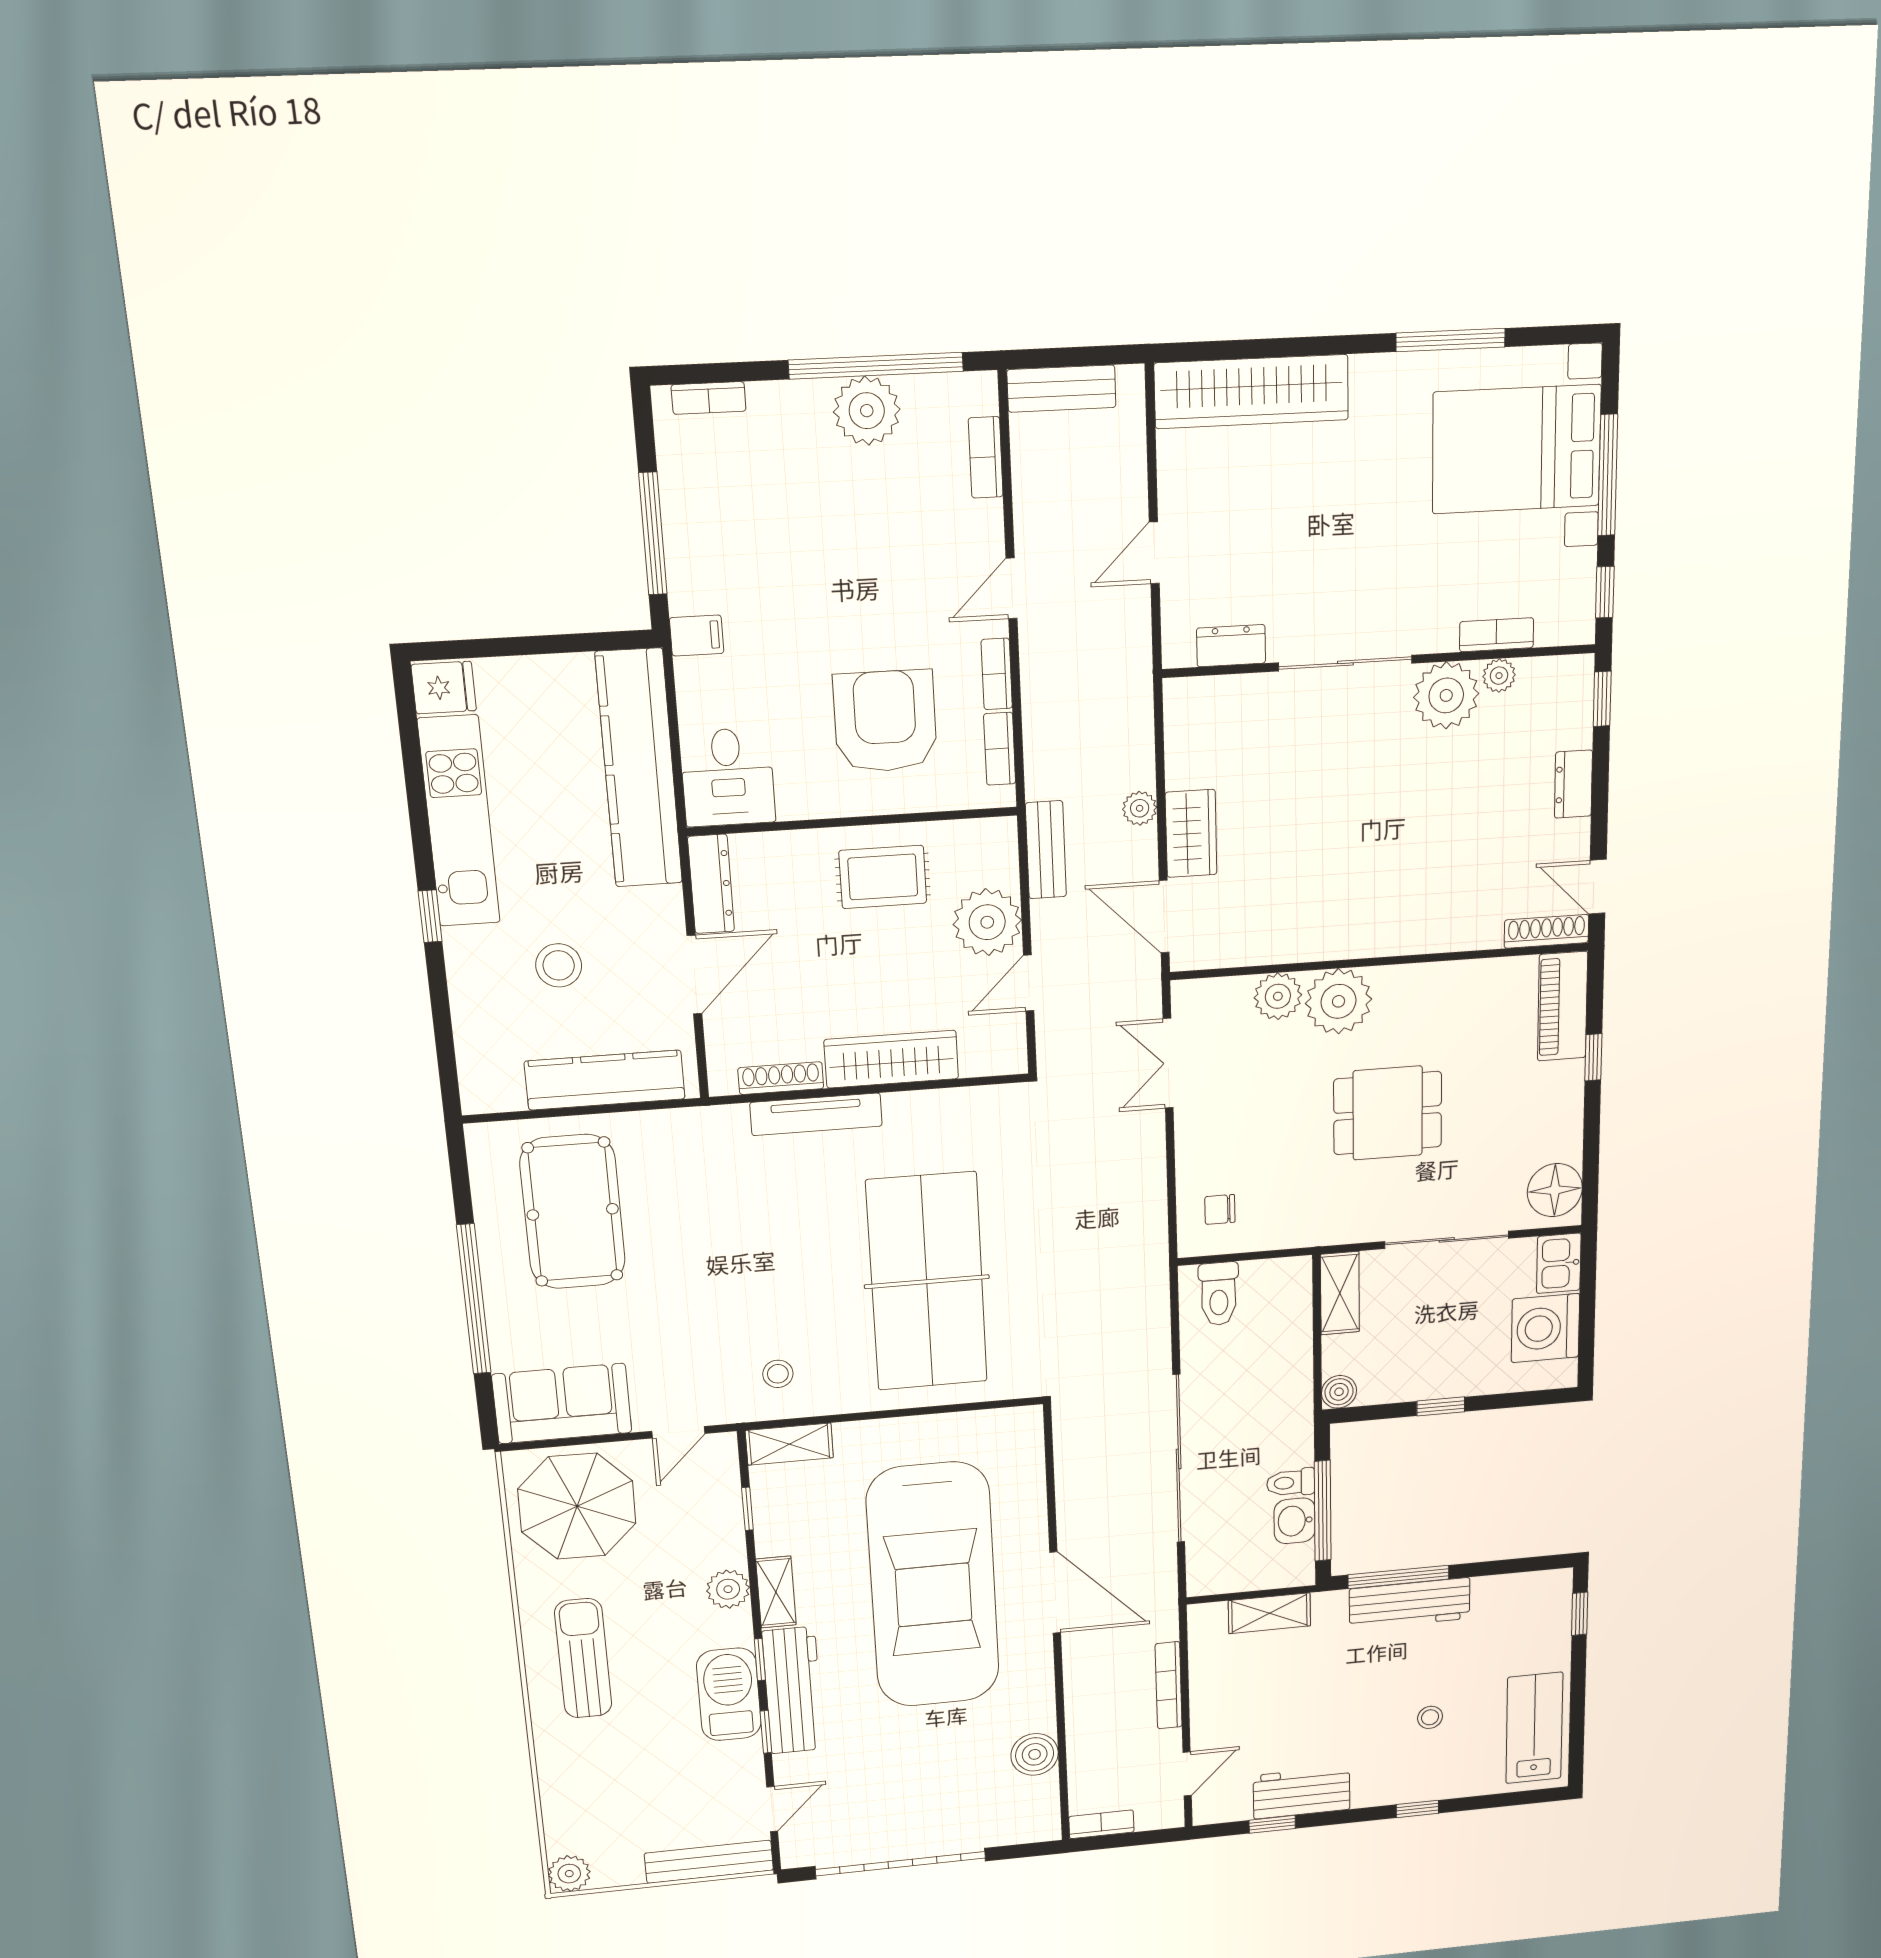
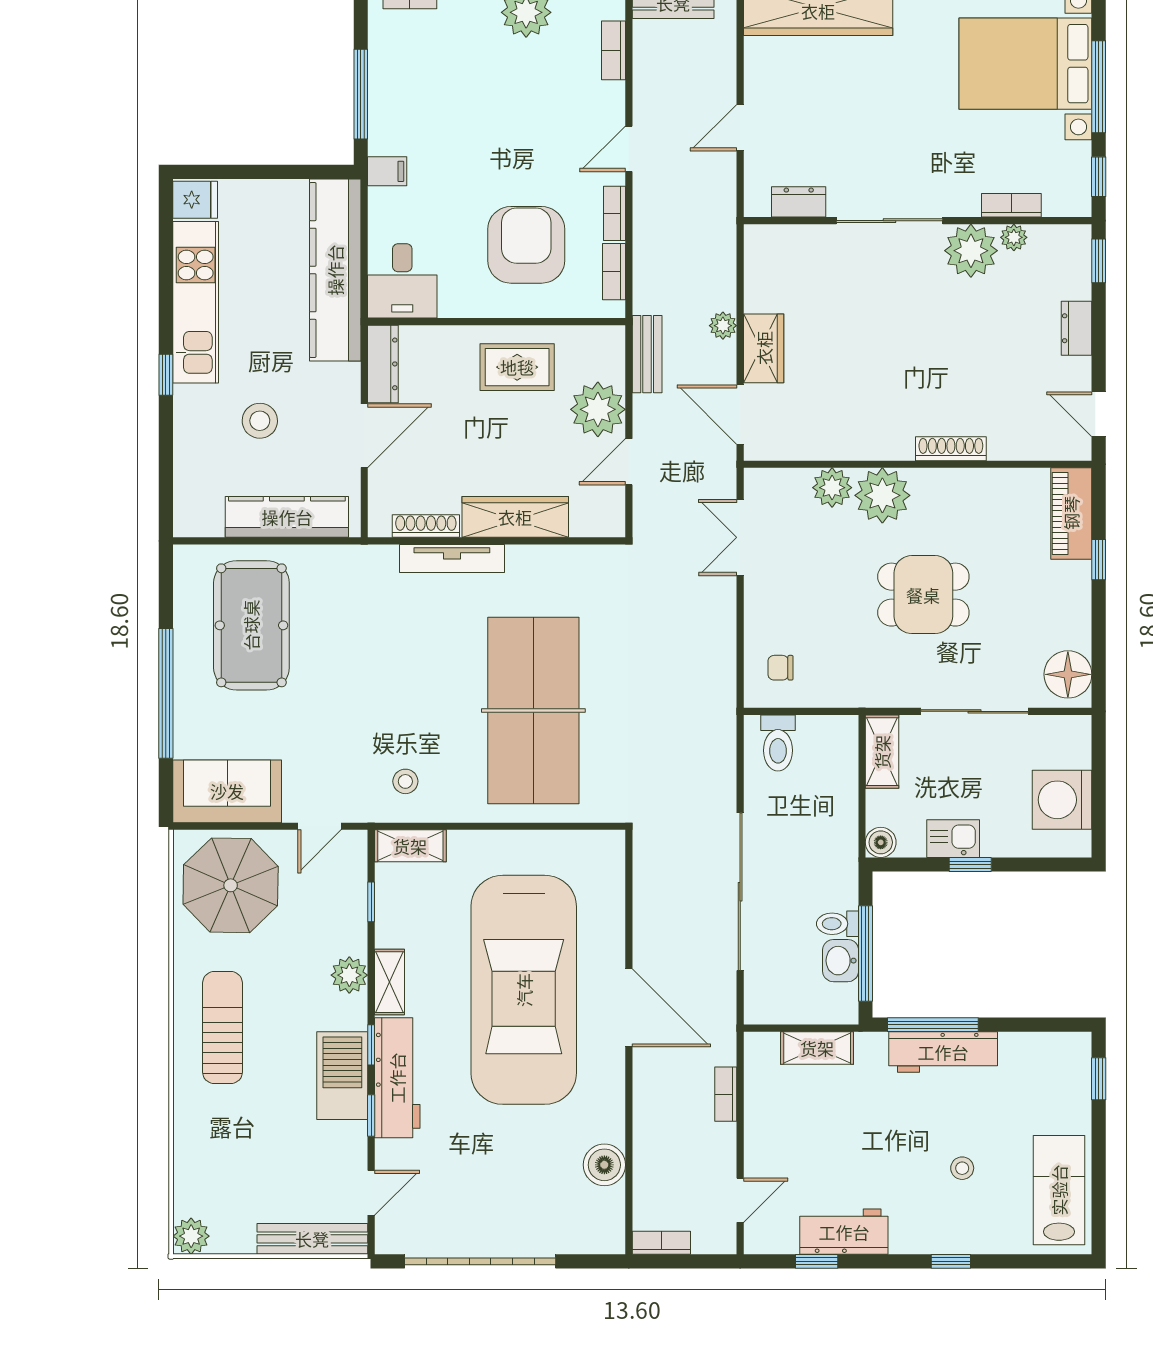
shoe rack: (1546, 931) -> (951, 449), moved
kitchen sink: (1559, 1263) -> (953, 839), moved, turned 90
bookcase: (1169, 1685) -> (726, 1094), width x0.64

